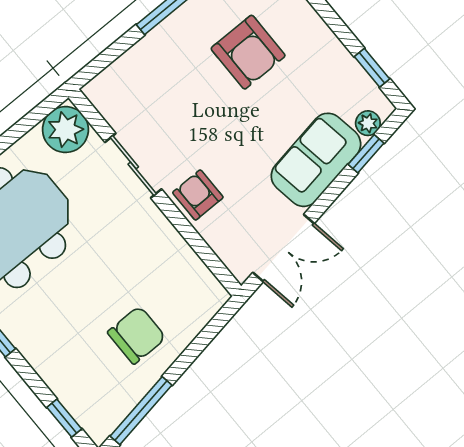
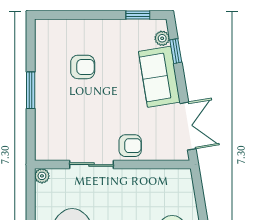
armchair: (248, 52) -> (83, 67), width x0.72, depth x0.72
plant: (65, 130) -> (42, 176), width x0.53, depth x0.53
armchair: (198, 195) -> (130, 146), turned 180

